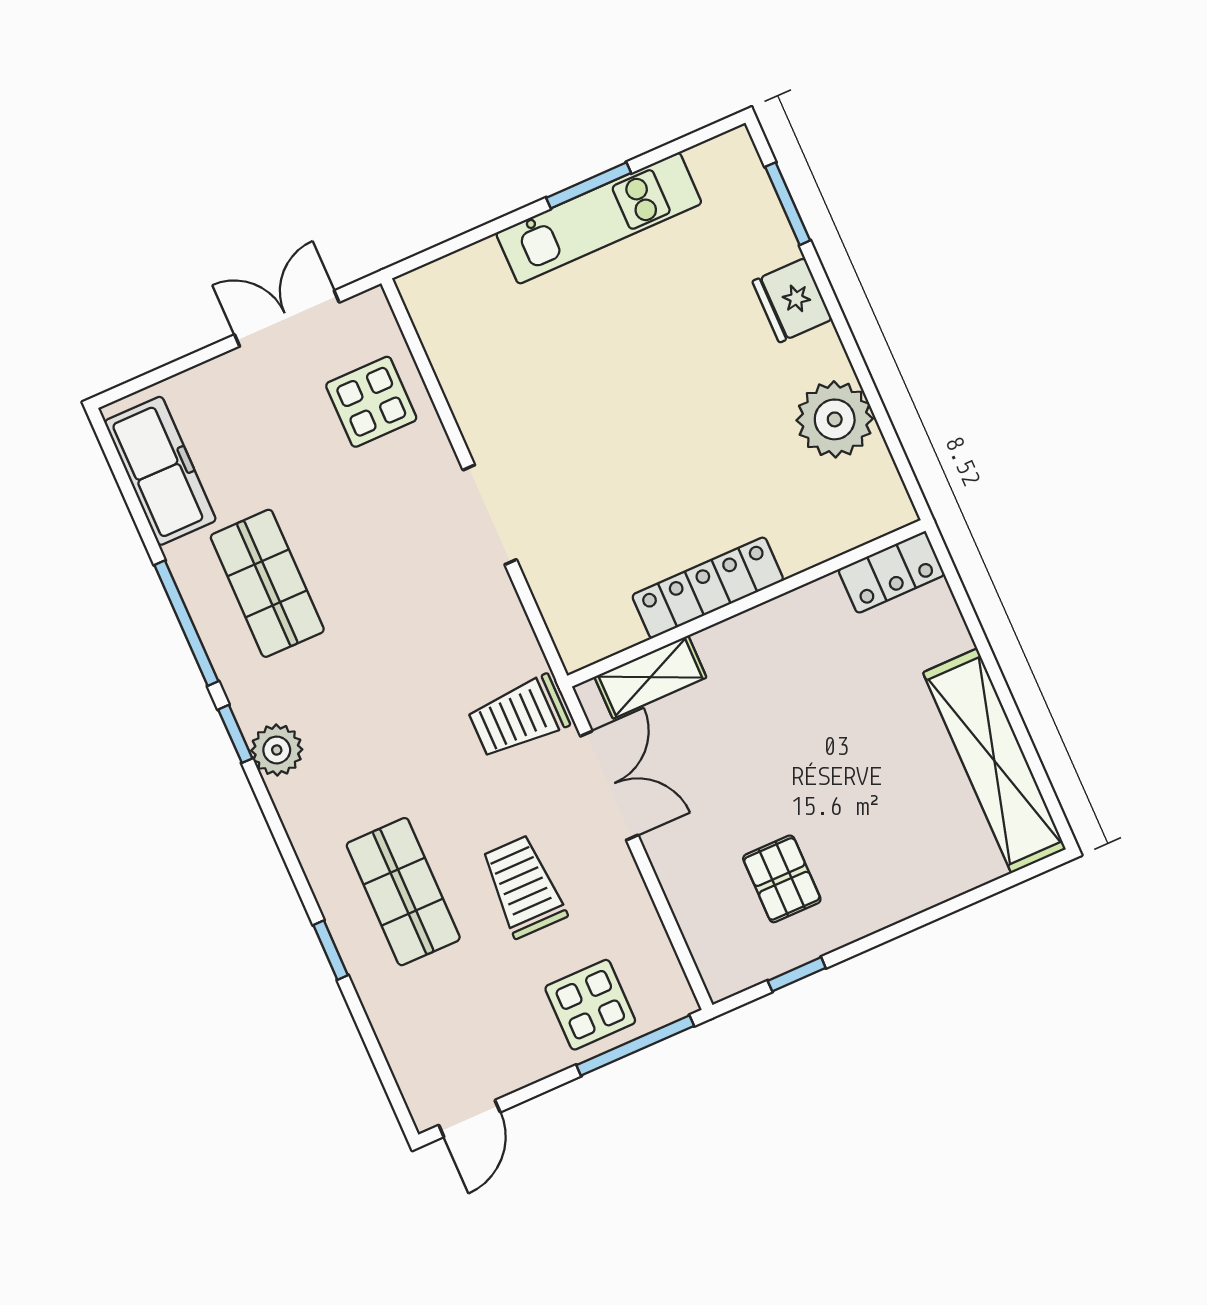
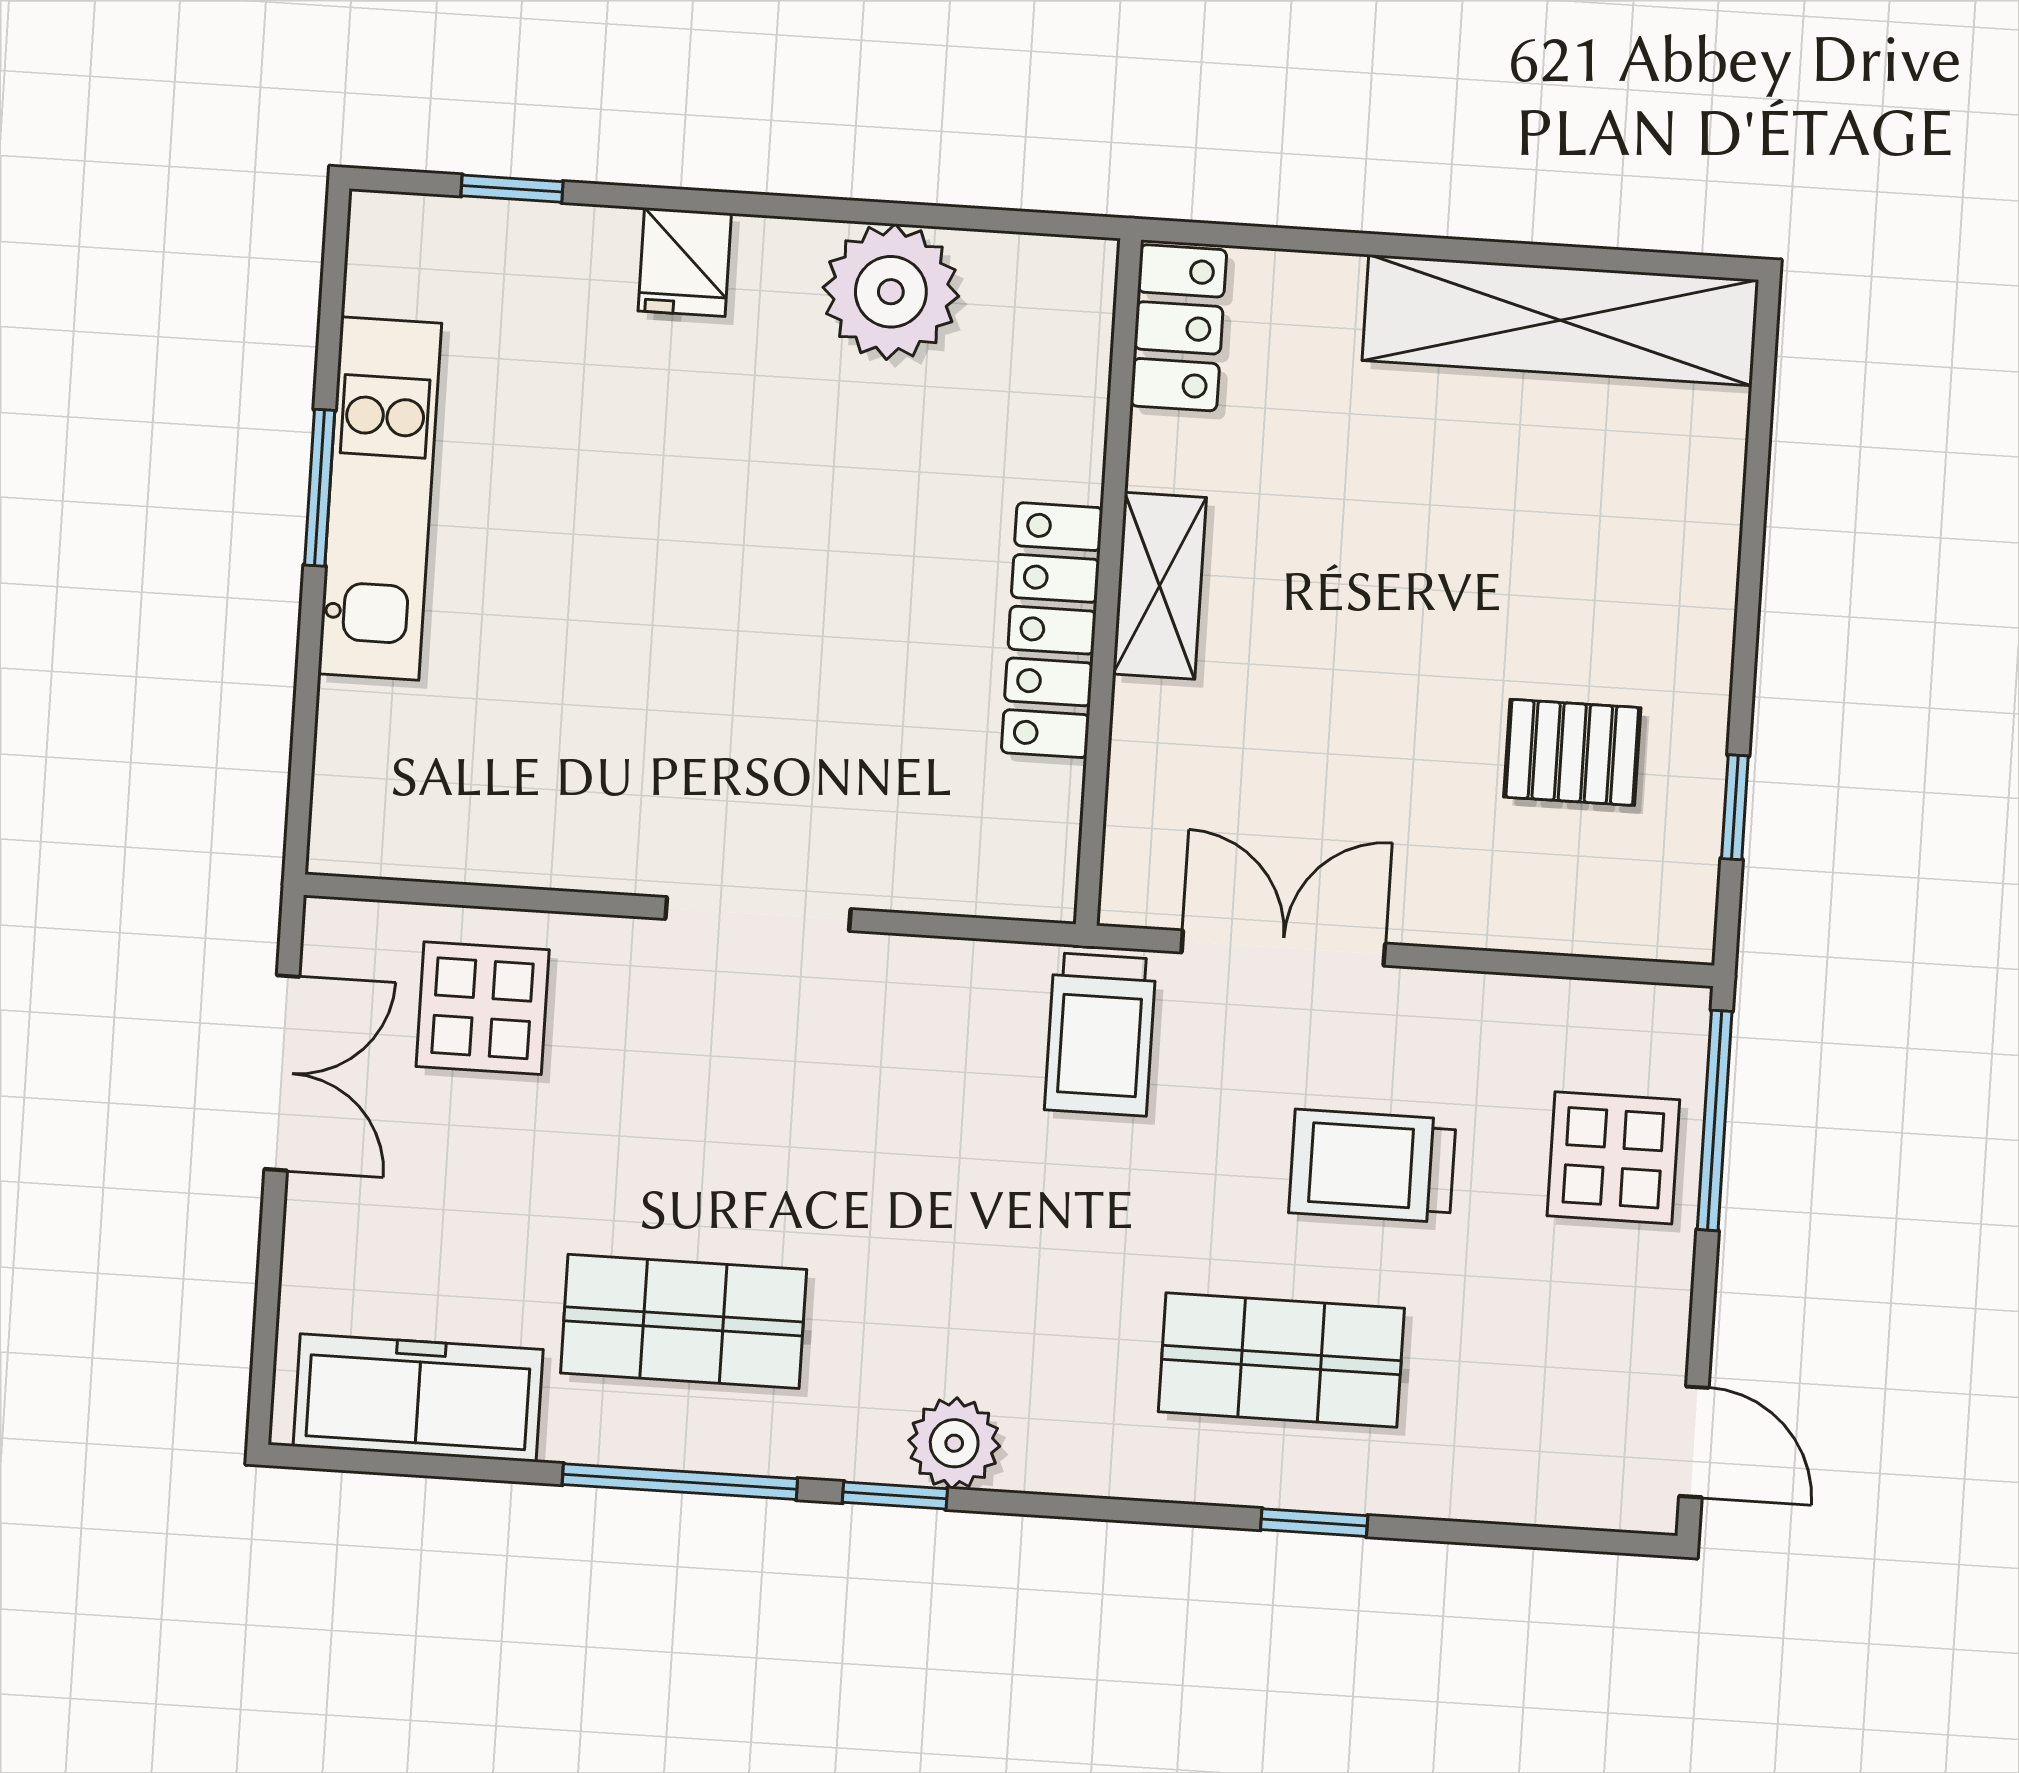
window: (788, 204) -> (512, 189), width x0.67
fridge: (792, 300) -> (685, 262), width x0.72
double door: (287, 318) -> (282, 1073), swing flipped
shelving: (650, 677) -> (1160, 586), moved

